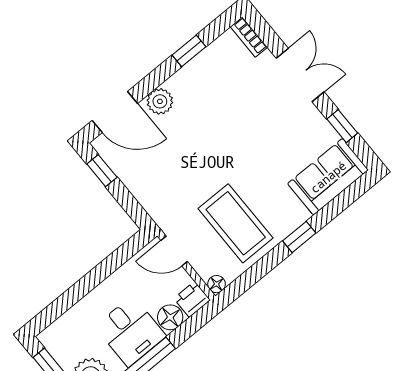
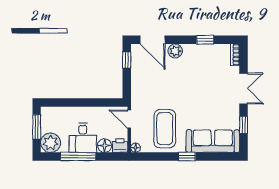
sofa: (328, 177) -> (213, 141), width x1.36

